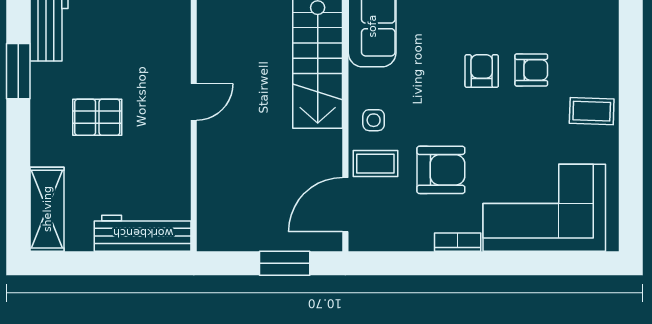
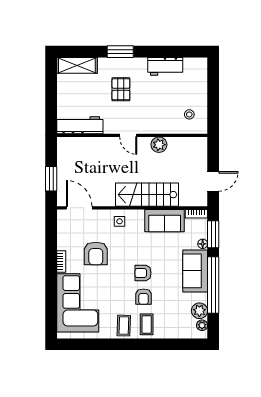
plant: (213, 38) -> (159, 145), added
window: (18, 71) -> (120, 52), moved
armchair: (482, 71) -> (143, 273), turned 180
coffee table: (375, 164) -> (147, 324), moved
workbench: (143, 233) -> (80, 125), moved, turned -90

